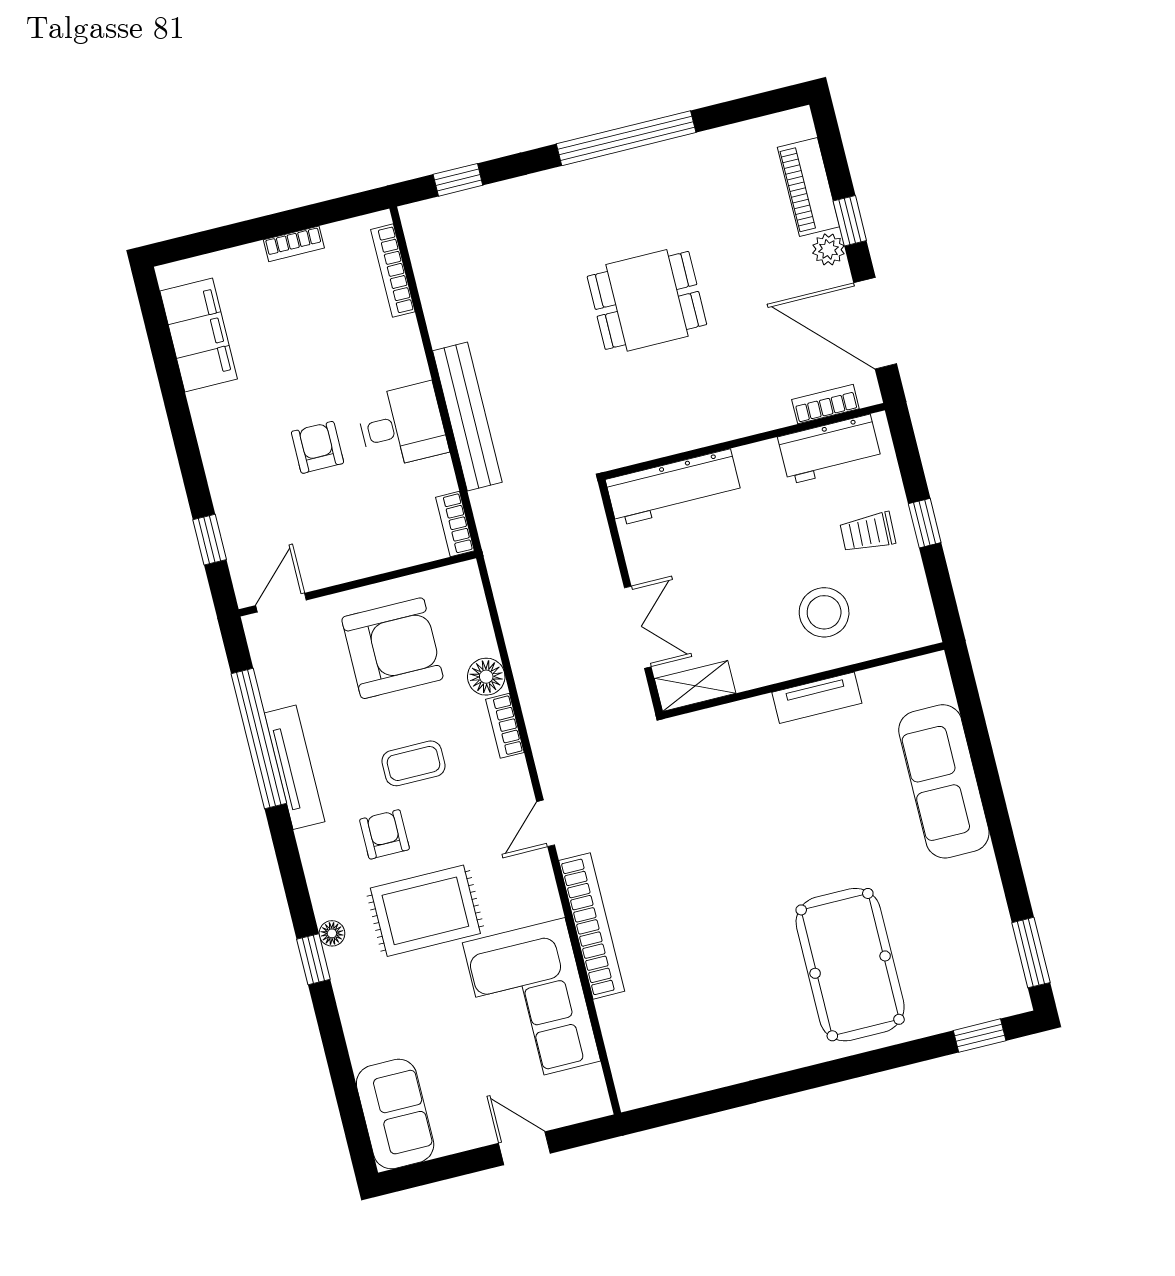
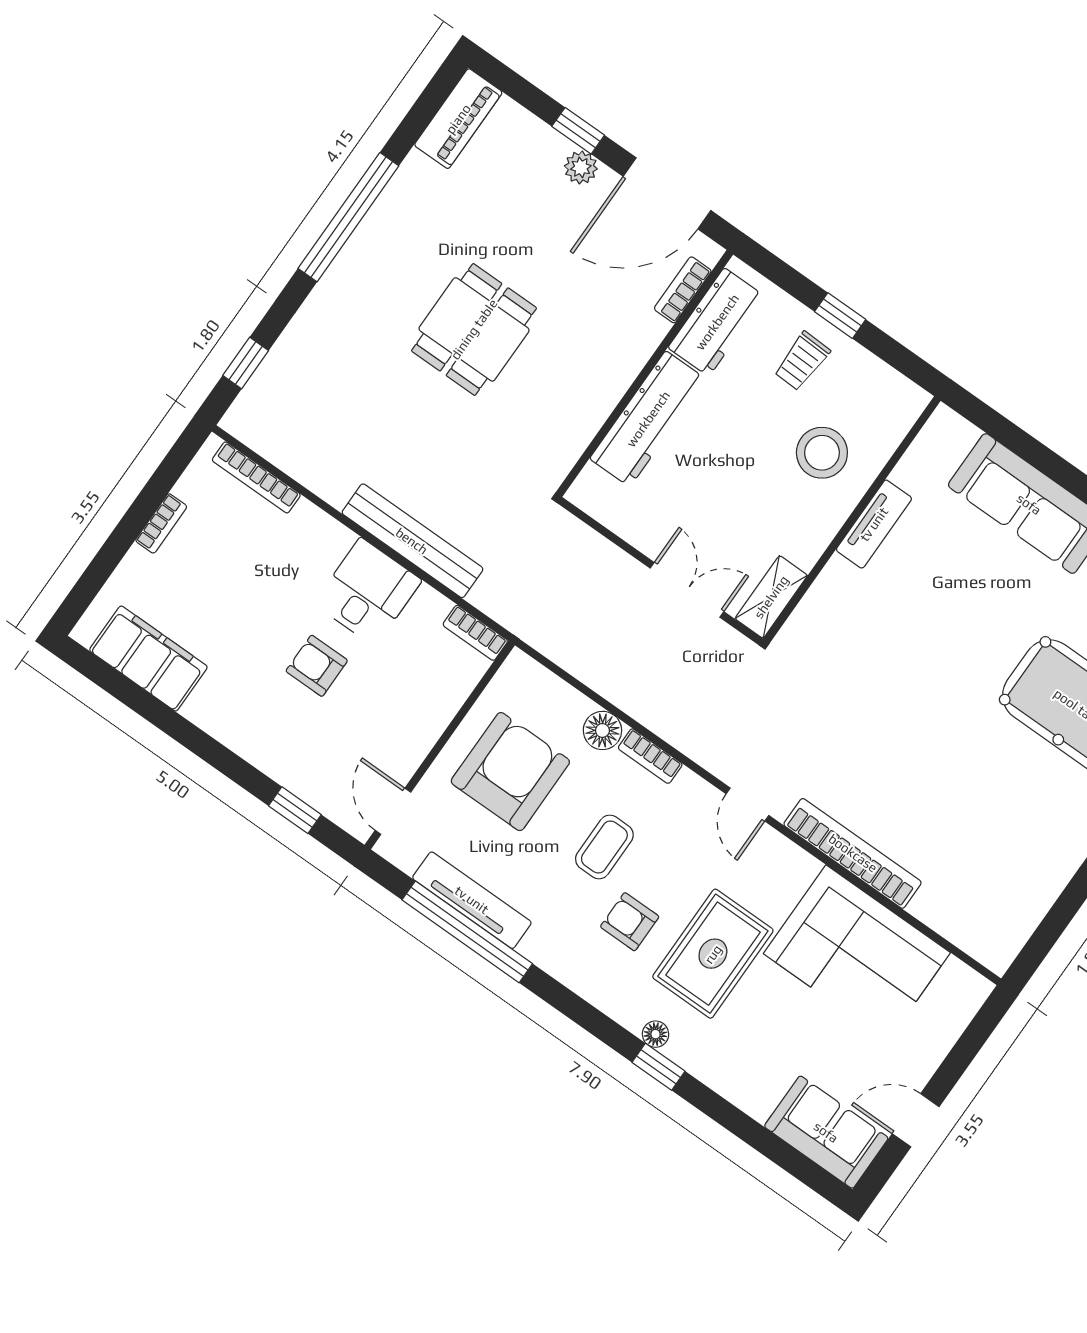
piano: (809, 187) -> (458, 119), moved, turned -90
workbench: (674, 488) -> (648, 419), moved
tv unit: (295, 767) -> (472, 900), moved
door: (524, 1148) -> (916, 1120), moved

